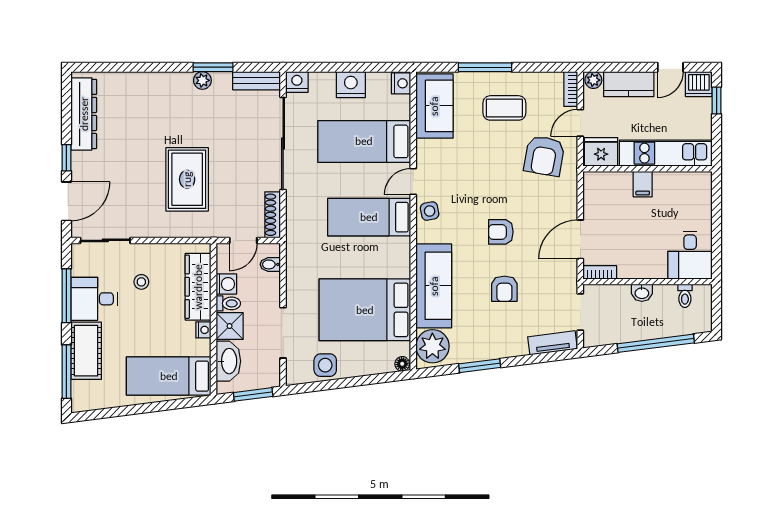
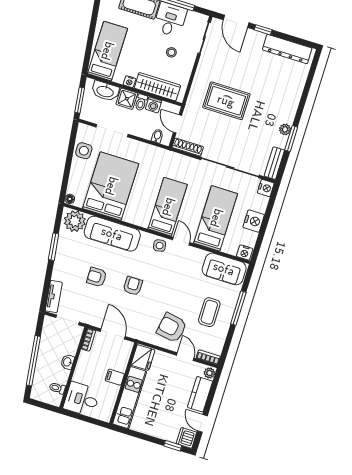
fridge: (601, 152) -> (143, 358), moved
kitchen unit: (666, 153) -> (130, 398), moved
wall: (648, 169) -> (123, 383), moved
filing cabinet: (643, 184) -> (115, 377), moved

